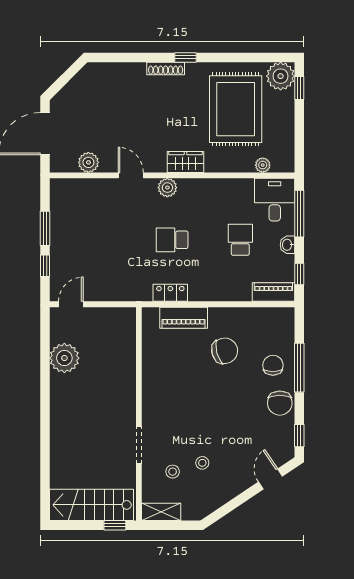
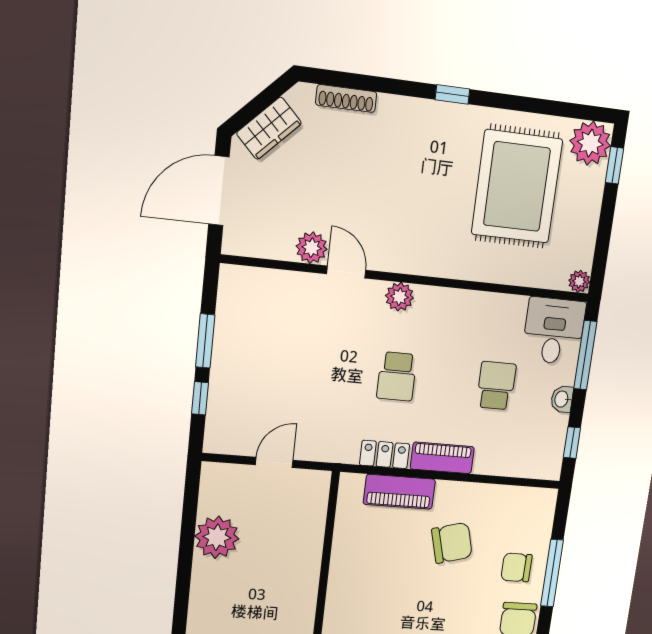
shoe rack: (166, 68) -> (346, 98), moved
plant: (88, 162) -> (312, 248), moved
wardrobe: (186, 162) -> (269, 128), moved, turned 135
plant: (263, 165) -> (579, 281), moved
school desk: (172, 240) -> (397, 376), turned -90
piano: (273, 292) -> (442, 458), moved
door: (71, 304) -> (274, 462), moved
chair: (273, 365) -> (516, 567), turned -90

